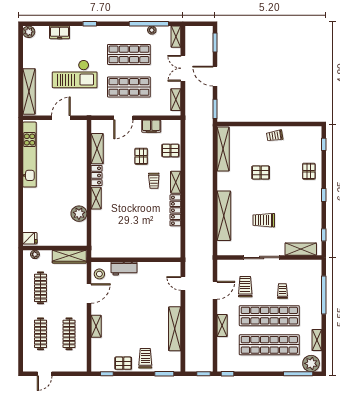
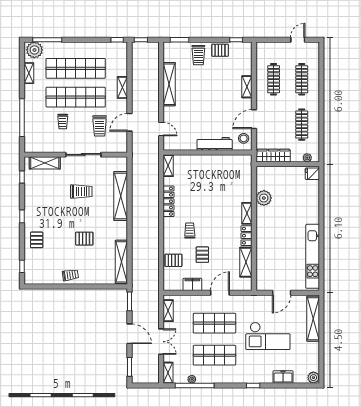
checkout: (75, 74) -> (268, 336), turned 180
shelving: (176, 182) -> (168, 166), moved
workbench: (124, 268) -> (215, 144), width x1.38

